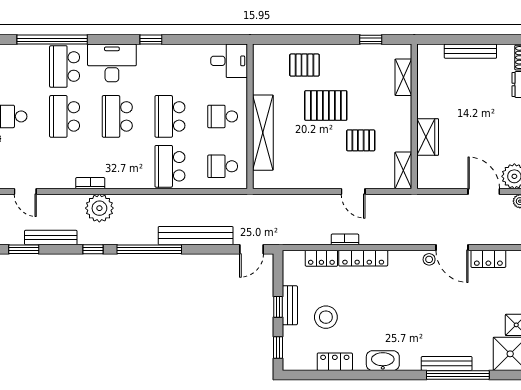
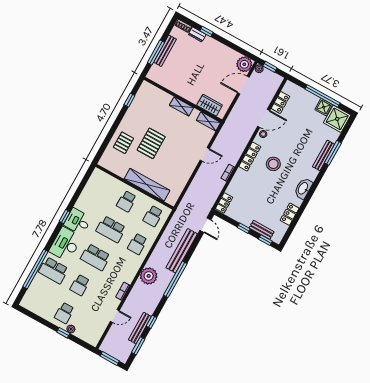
window: (461, 40) -> (156, 52), added
desk: (229, 61) -> (78, 221), moved, turned -90
shelving: (403, 77) -> (182, 106), moved
school desk: (65, 116) -> (80, 285), width x0.54
wardrobe: (428, 137) -> (210, 105), moved
pallet: (361, 140) -> (180, 135), removed
school desk: (170, 166) -> (137, 244), width x0.54
door: (25, 192) -> (115, 316), moved
plant: (99, 208) -> (149, 276), moved
window: (93, 249) -> (152, 322), moved
locker: (321, 258) -> (224, 203), moved
locker: (363, 258) -> (250, 157), moved
bench: (290, 305) -> (262, 230), moved
stool: (326, 317) -> (273, 164), moved
window: (458, 375) -> (333, 153), width x0.68

